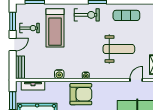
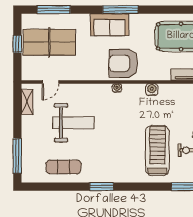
exercise bike: (87, 15) -> (116, 168), removed
weight bench: (119, 49) -> (73, 123), turned 180

